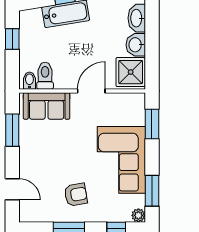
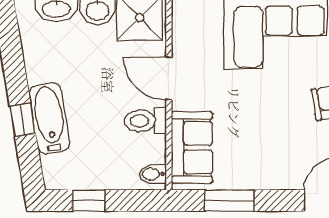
toilet: (45, 76) -> (145, 121), moved

